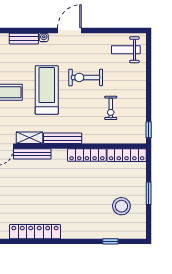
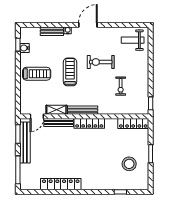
treadmill: (47, 90) -> (70, 72), width x0.73, depth x0.73
locker: (87, 155) -> (89, 123), moved

